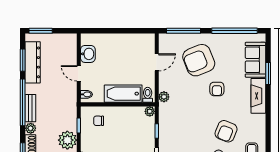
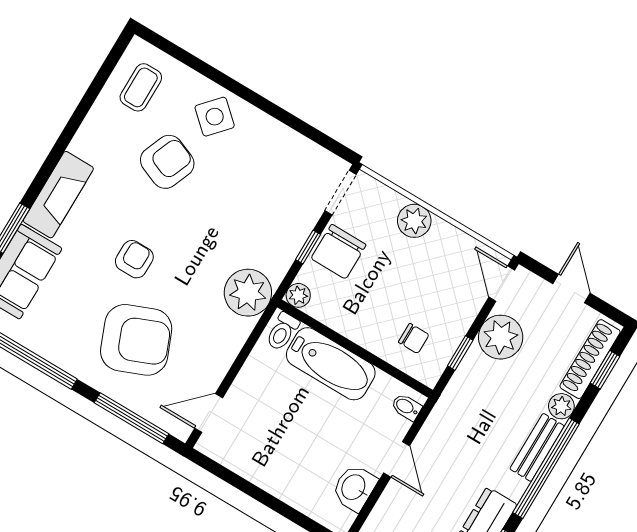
door: (157, 62) -> (209, 413), moved
plant: (164, 97) -> (248, 293), width x1.88, depth x1.88
chair: (145, 136) -> (339, 252), added

